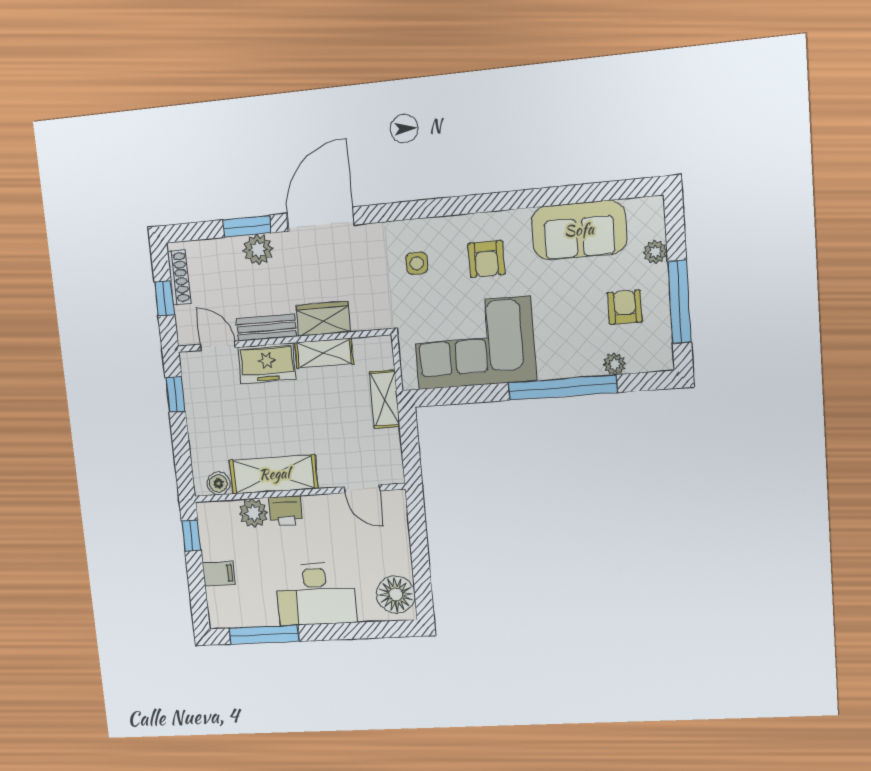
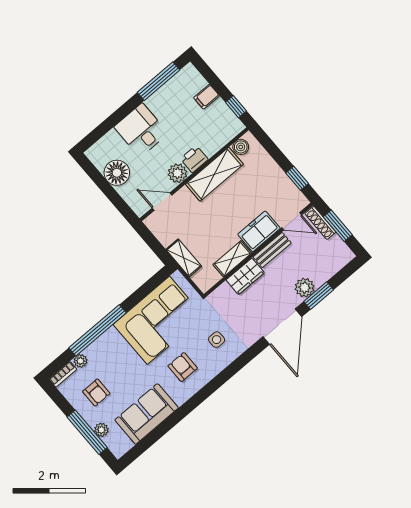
shoe rack: (179, 277) -> (320, 223), moved
window: (164, 298) -> (338, 226), width x1.50
window: (679, 302) -> (87, 432), moved
bookcase: (651, 363) -> (63, 374), added
plant: (253, 513) -> (178, 173), moved
desk: (316, 594) -> (141, 130), width x0.73
floor lamp: (396, 595) -> (117, 173), moved

